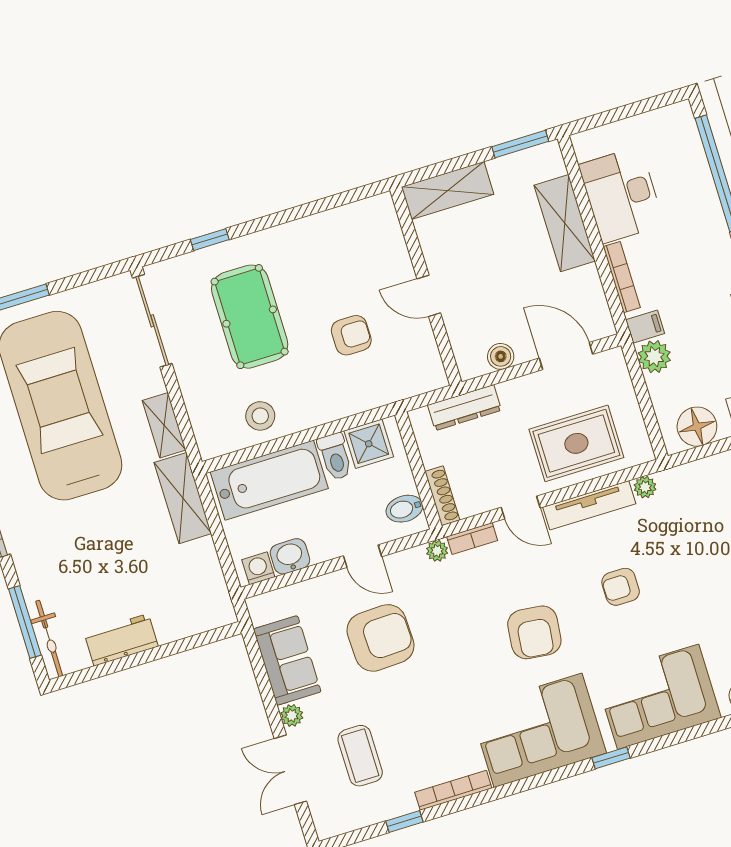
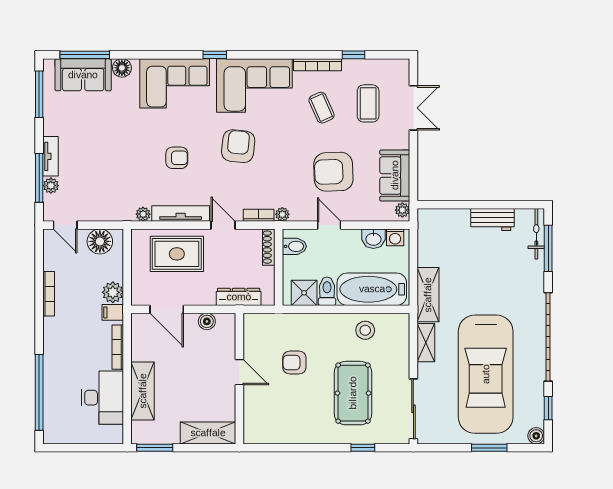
plant: (292, 715) -> (402, 210), moved
coffee table: (428, 728) -> (321, 108), added

